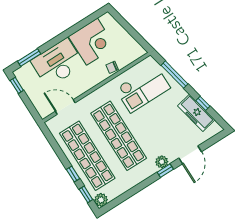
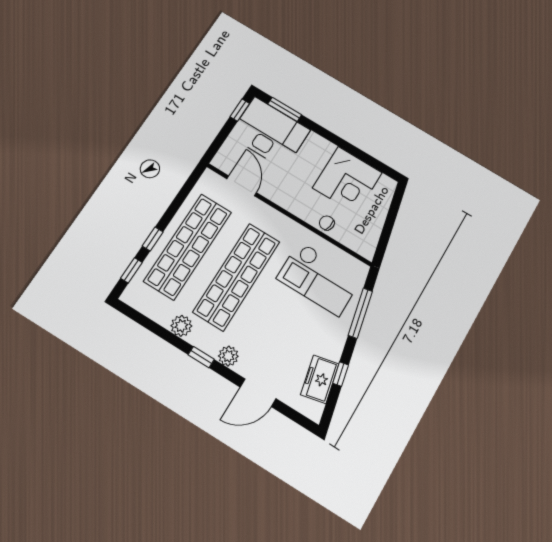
desk: (58, 63) -> (270, 133), moved
freezer: (196, 113) -> (320, 379), width x0.71
window: (165, 171) -> (201, 357), moved
plant: (101, 200) -> (181, 326), moved

